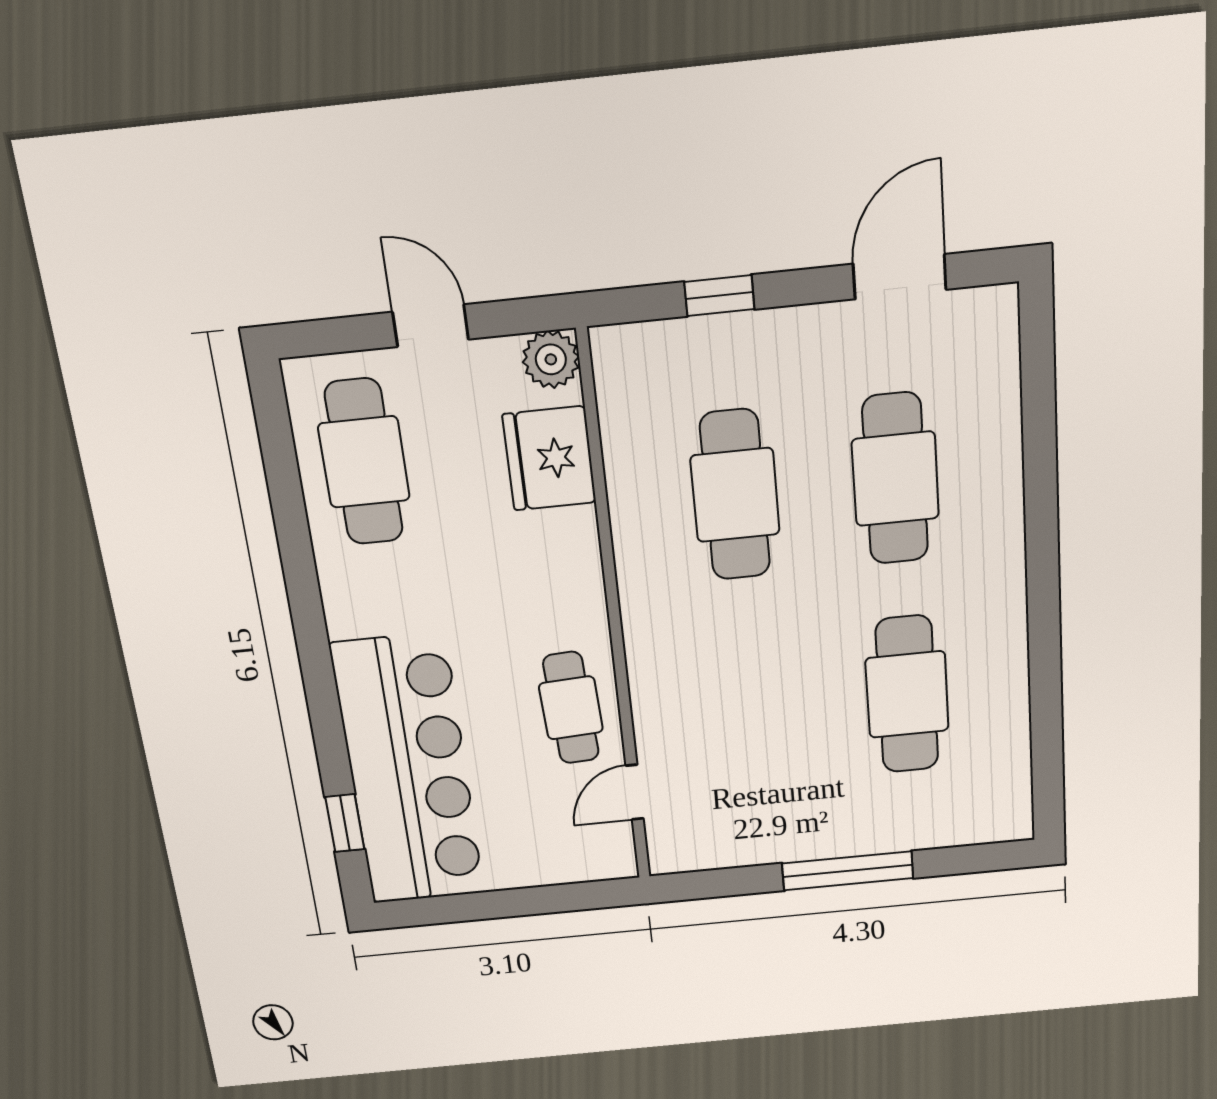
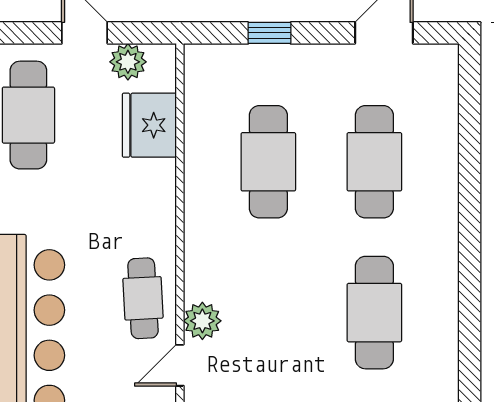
plant: (551, 359) -> (128, 62), moved
plant: (660, 730) -> (202, 321), added

